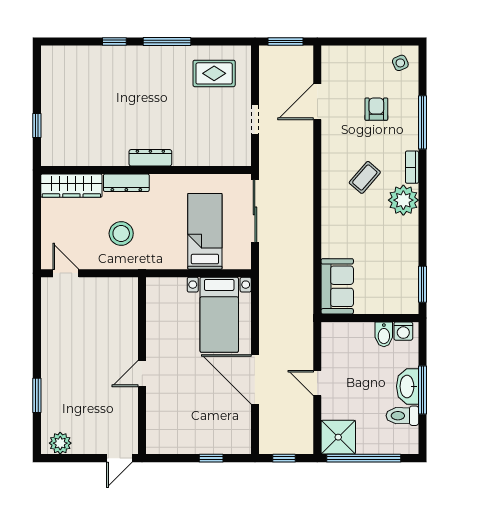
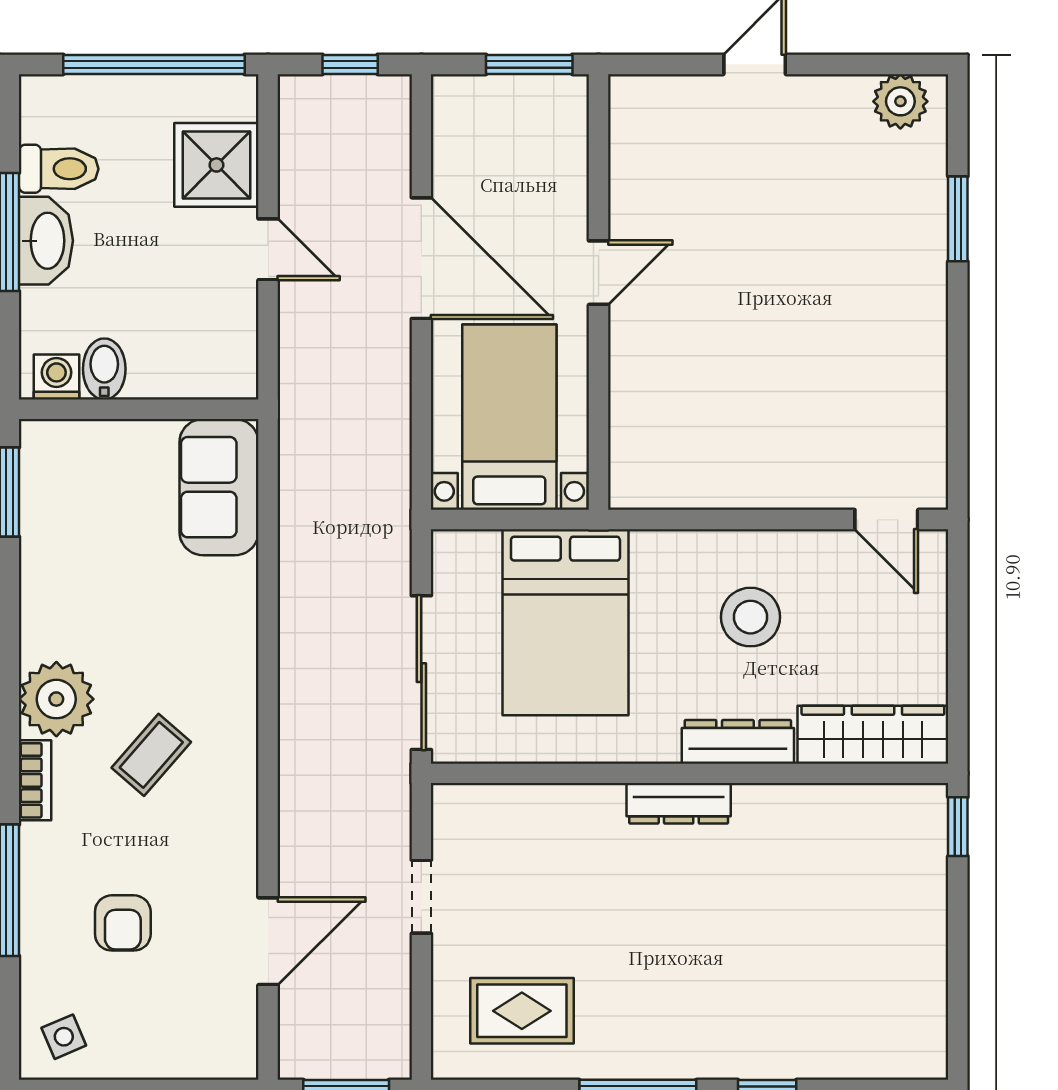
window: (37, 125) -> (958, 827), moved
bed: (205, 231) -> (565, 622), width x1.50
wall: (142, 366) -> (599, 292), moved
door: (142, 373) -> (599, 273), moved
shower: (338, 437) -> (216, 165), moved
window: (211, 458) -> (529, 64), width x1.50

